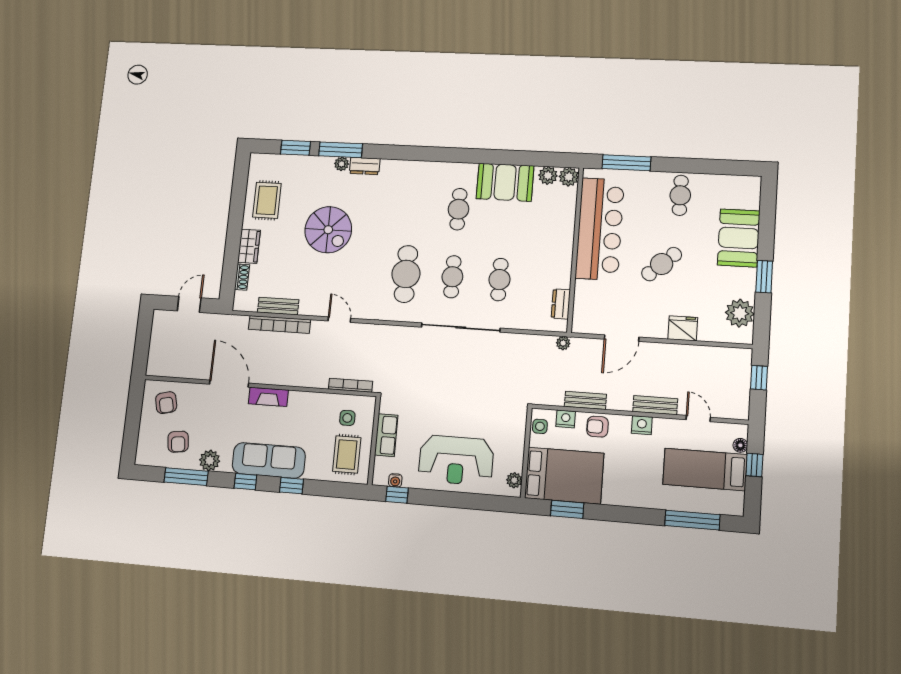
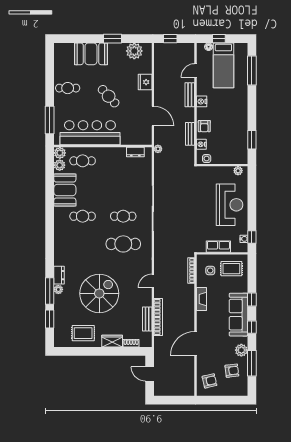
spiral stairs: (328, 230) -> (99, 293), width x1.37, depth x1.37
cafe table: (499, 280) -> (83, 161), moved
fireplace: (268, 397) -> (201, 299), moved
bed: (564, 476) -> (233, 143), removed

